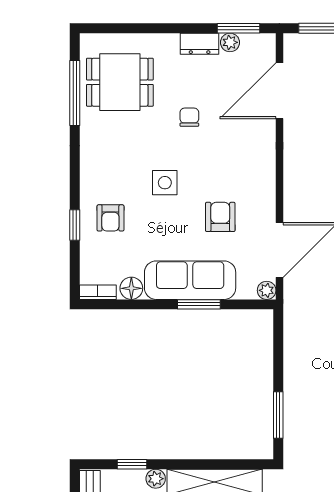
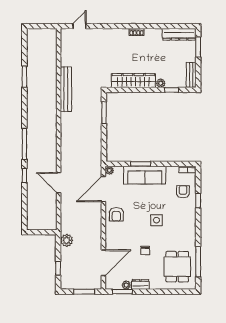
dining table: (120, 82) -> (177, 267), turned 90
armchair: (220, 217) -> (116, 214), moved
armchair: (110, 218) -> (183, 192), moved
floor lamp: (131, 288) -> (172, 171), removed

